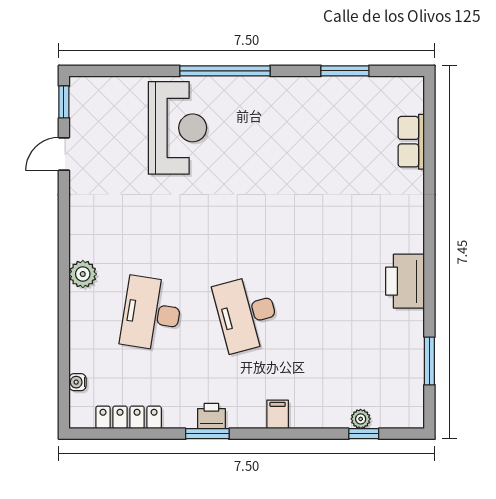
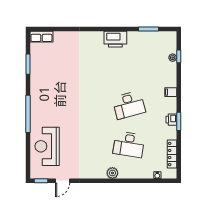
reception desk: (177, 128) -> (47, 146), moved, turned -90
row of seats: (411, 142) -> (41, 37), moved
door: (64, 154) -> (63, 181), hinge flipped

